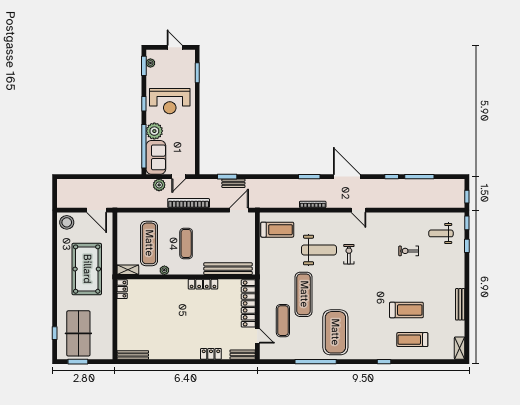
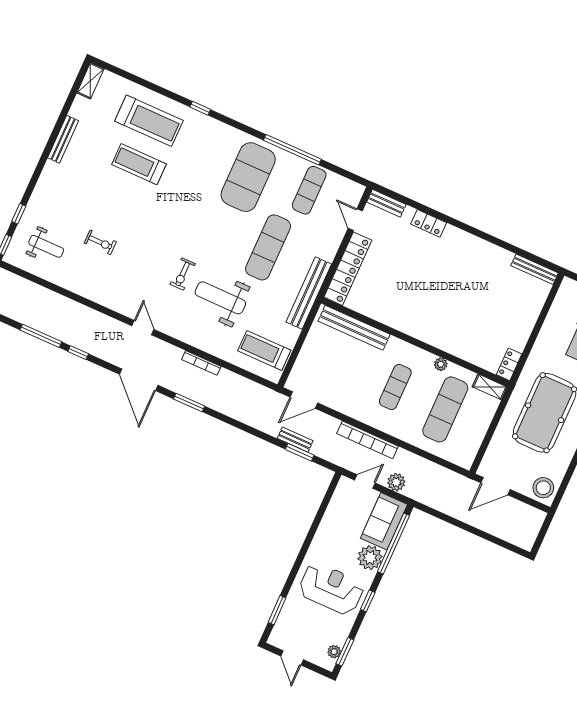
door: (97, 210) -> (496, 486), swing flipped
bench: (266, 278) -> (309, 293), added
locker: (203, 284) -> (397, 322), removed
exercise mat: (283, 321) -> (309, 190), moved
treadmill: (412, 340) -> (149, 121), width x1.37, depth x1.38

